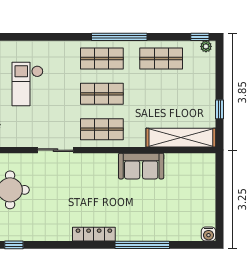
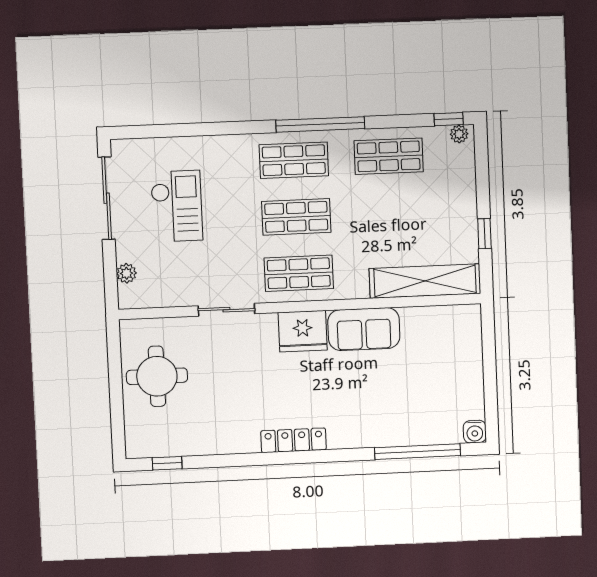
checkout: (27, 84) -> (177, 206), turned 180
fridge: (103, 166) -> (303, 331), added
window: (142, 245) -> (418, 452), moved

